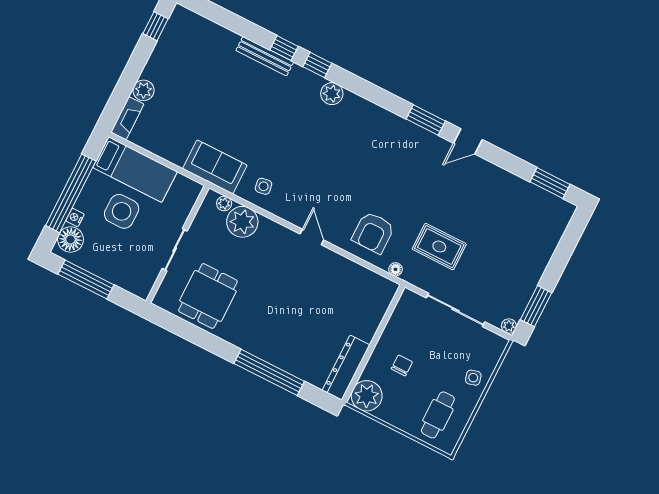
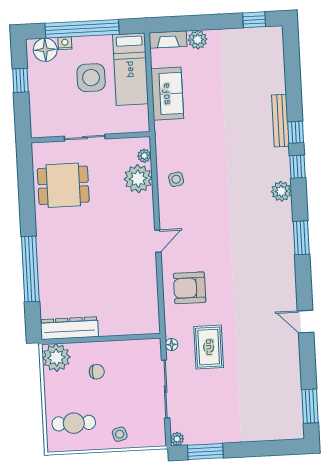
window: (426, 120) -> (301, 238), moved
sofa: (215, 167) -> (167, 94), moved
floor lamp: (396, 269) -> (172, 344), moved
window: (86, 279) -> (20, 80), width x0.46

